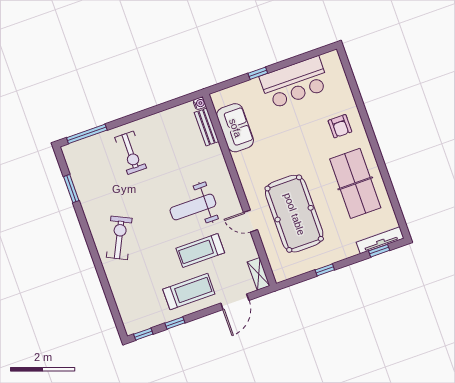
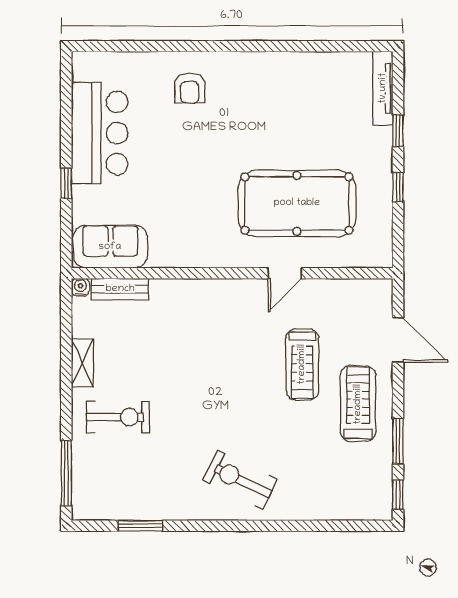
armchair: (340, 126) -> (190, 88), turned 90
sofa: (235, 128) -> (110, 247), moved
table tennis table: (355, 183) -> (284, 95), removed
weight bench: (193, 207) -> (233, 352), removed
window: (379, 251) -> (398, 131), moved
shelving: (259, 274) -> (82, 363), moved, turned 90
window: (175, 323) -> (398, 441), width x1.50

